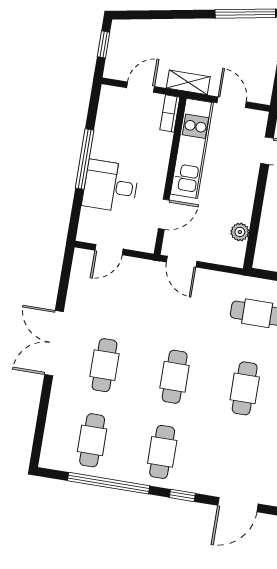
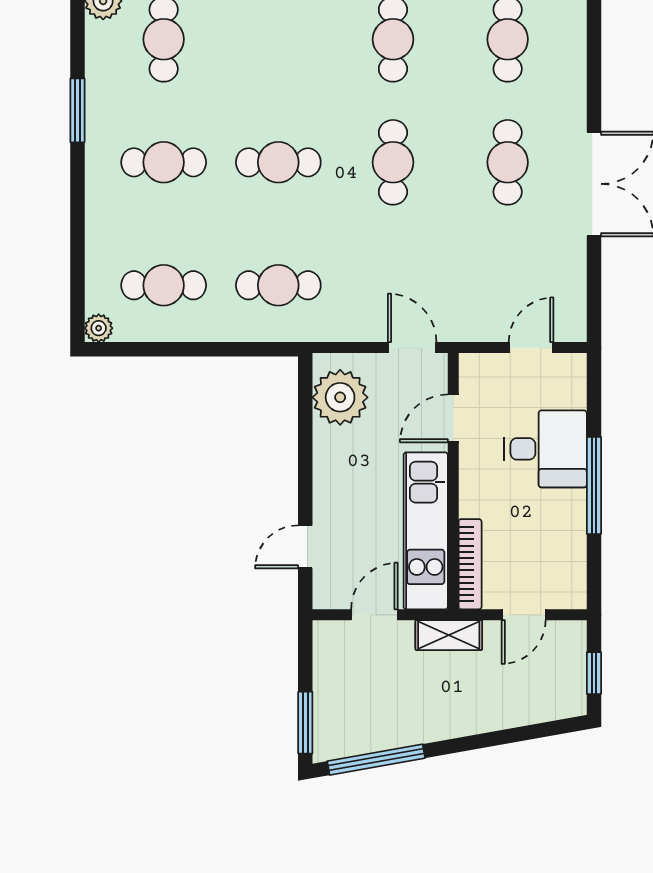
door: (232, 102) -> (374, 615), swing flipped
bookcase: (170, 114) -> (470, 564), width x1.56
plant: (240, 232) -> (340, 397), width x1.87, depth x1.87
cafe table: (245, 388) -> (278, 162), turned 90

